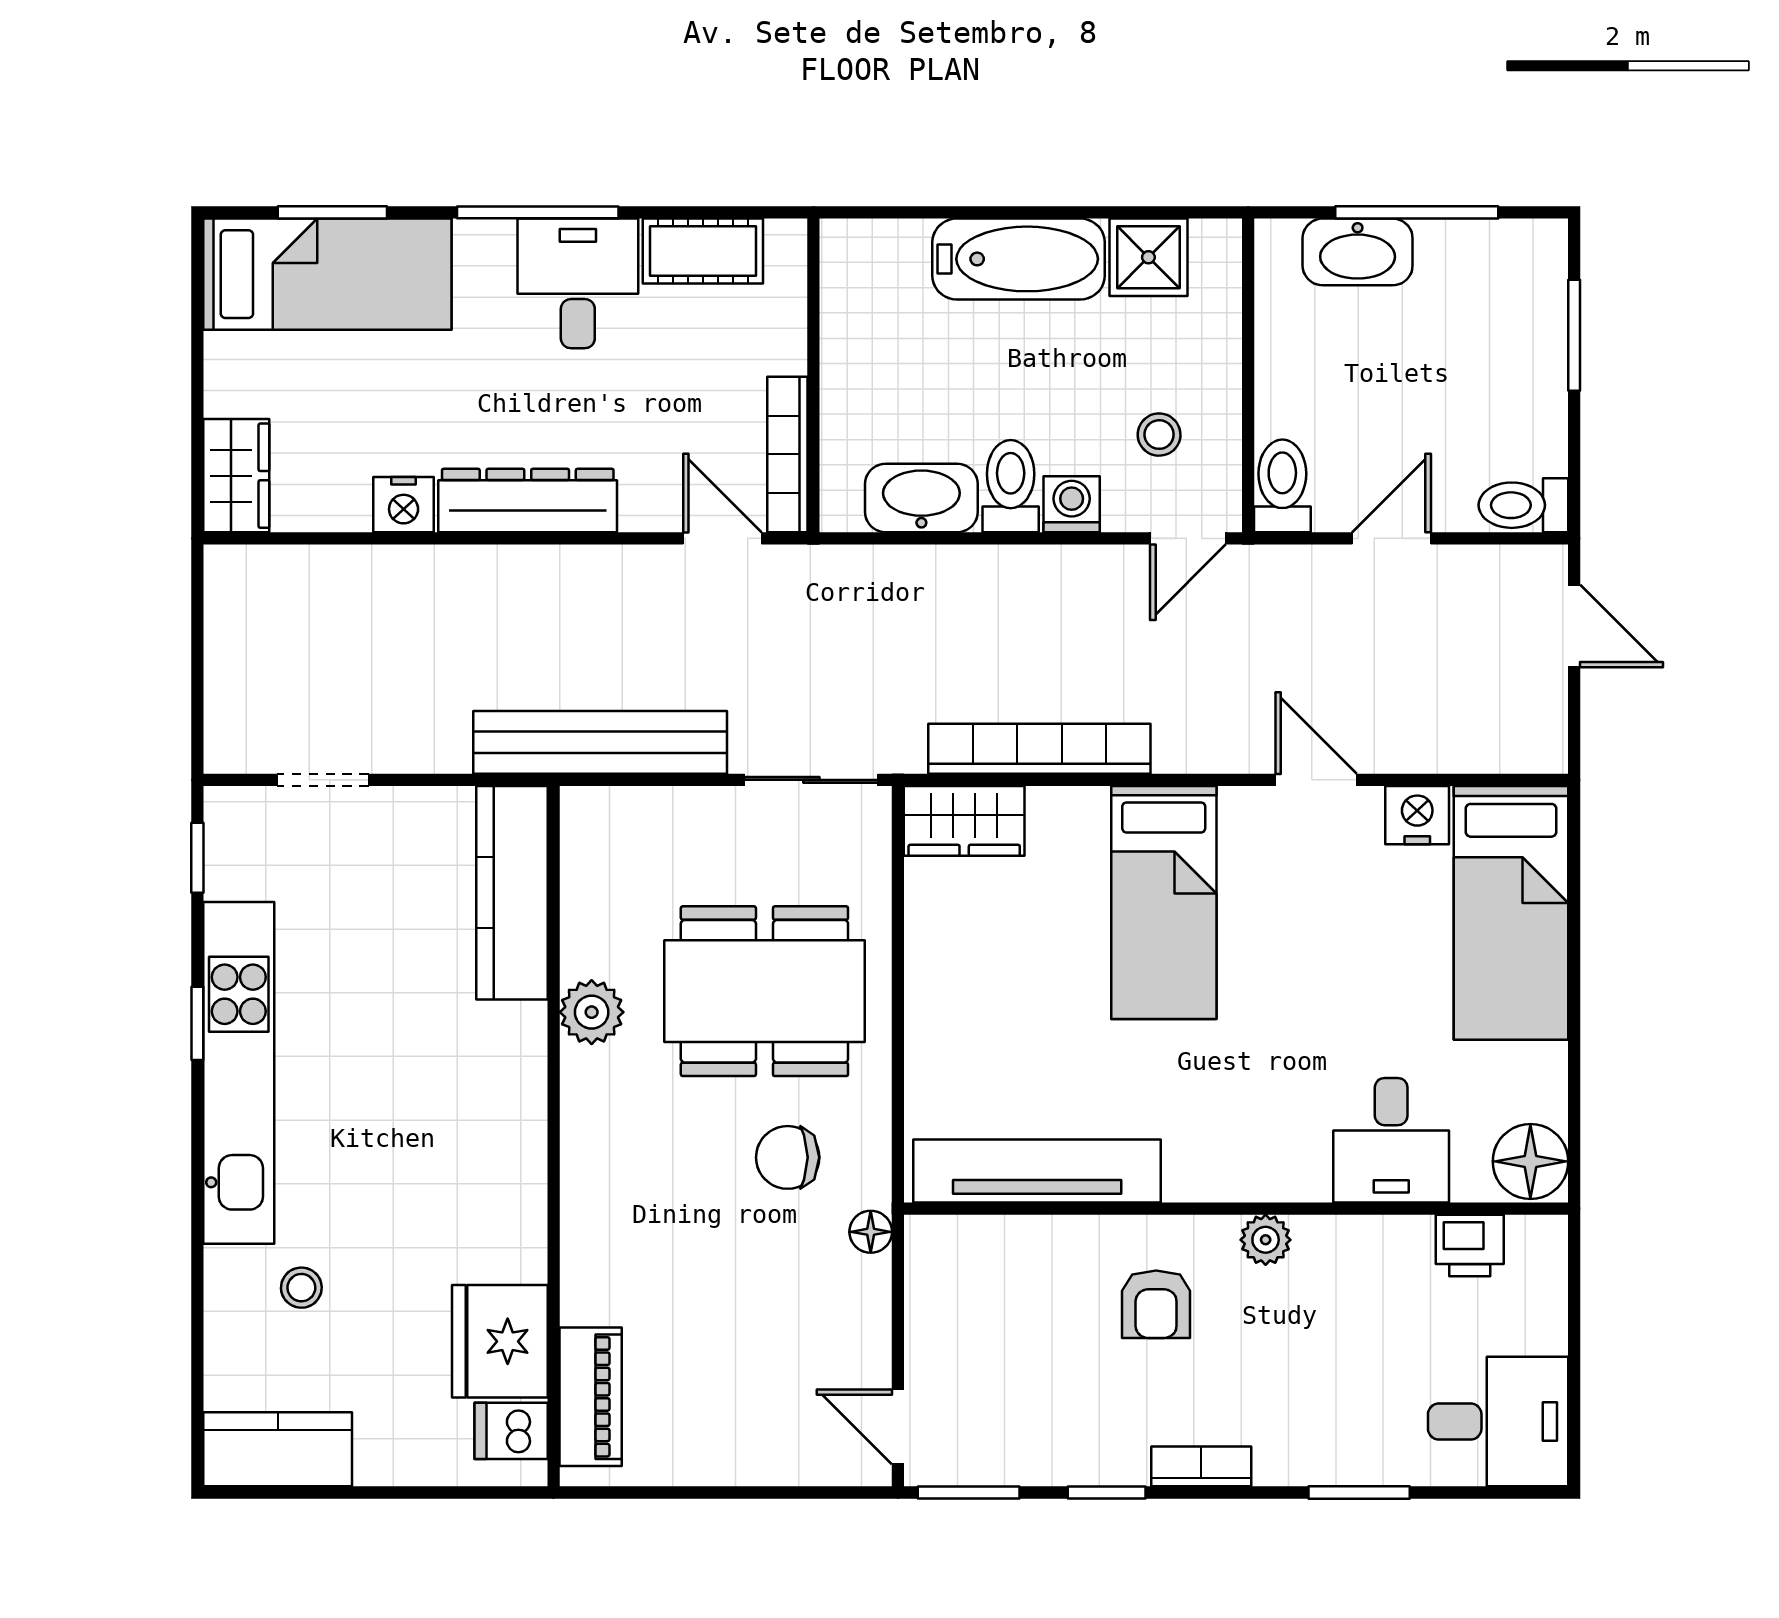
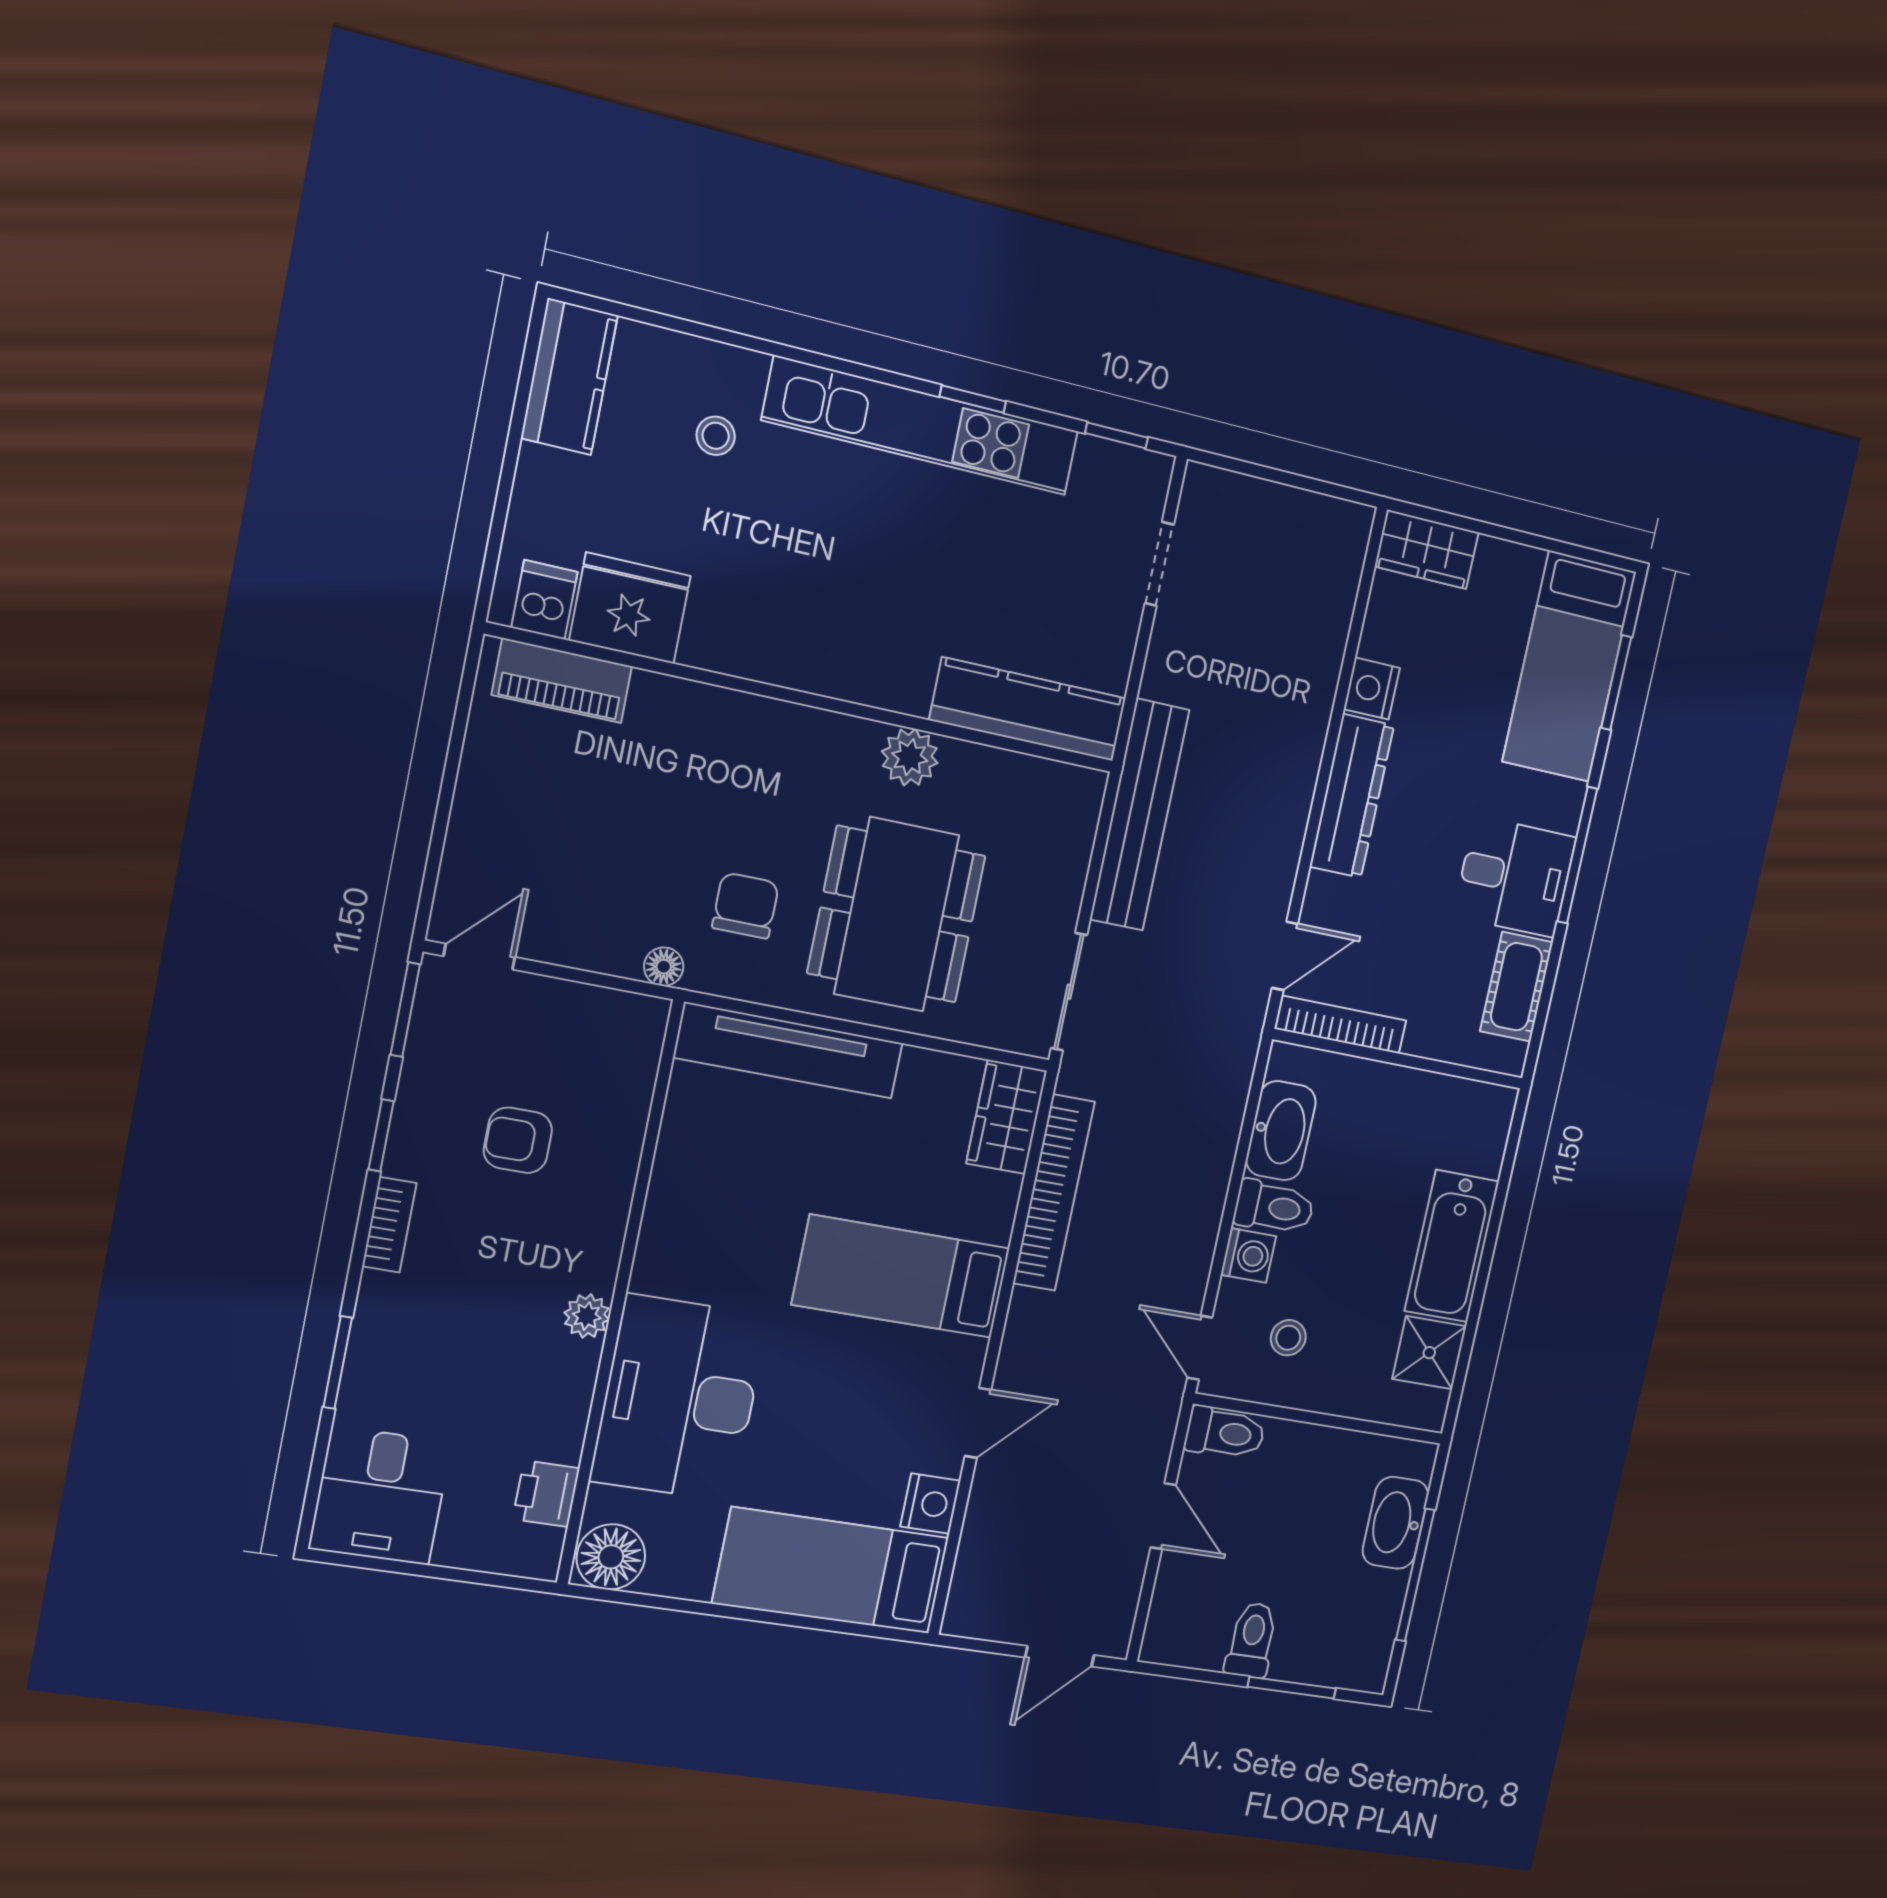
toilet: (1523, 505) -> (1252, 1640), moved
desk: (1391, 1140) -> (679, 1398), width x1.87, depth x1.30
tv unit: (1037, 1171) -> (789, 1050), moved, turned 90
armchair: (1156, 1304) -> (518, 1140), moved

